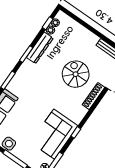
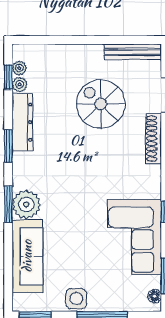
spiral stairs: (76, 74) -> (101, 104), moved
plant: (16, 86) -> (26, 204), added

